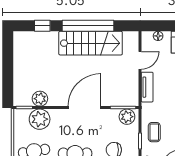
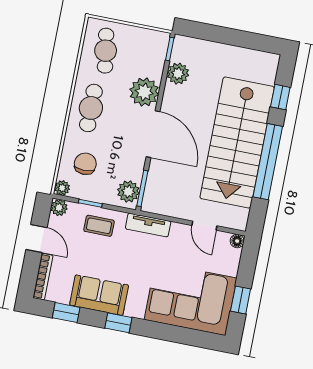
floor lamp: (158, 36) -> (237, 241), moved
stairs: (91, 43) -> (237, 143), width x1.36, depth x1.51
tv unit: (147, 87) -> (148, 225), moved
plant: (40, 119) -> (144, 92), moved

